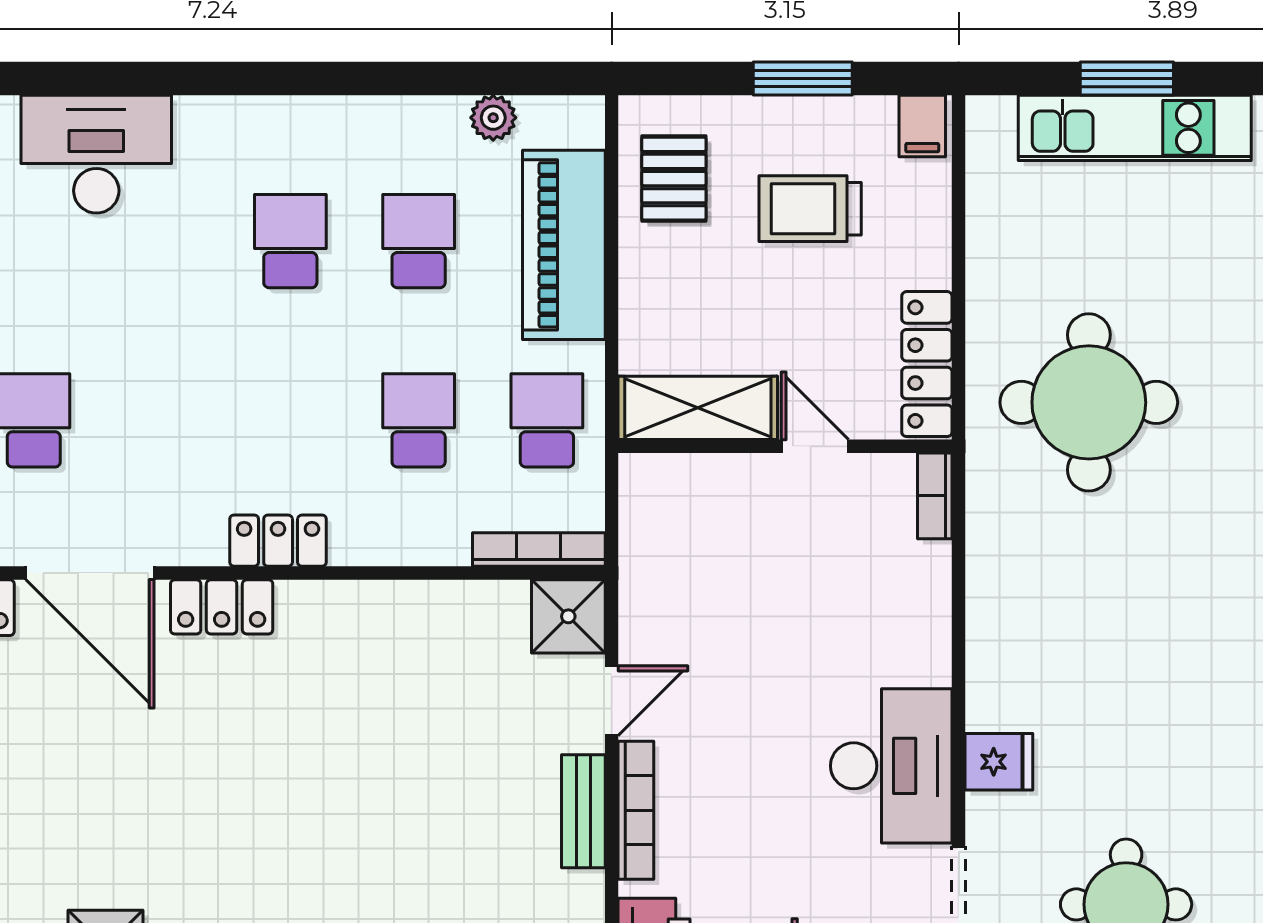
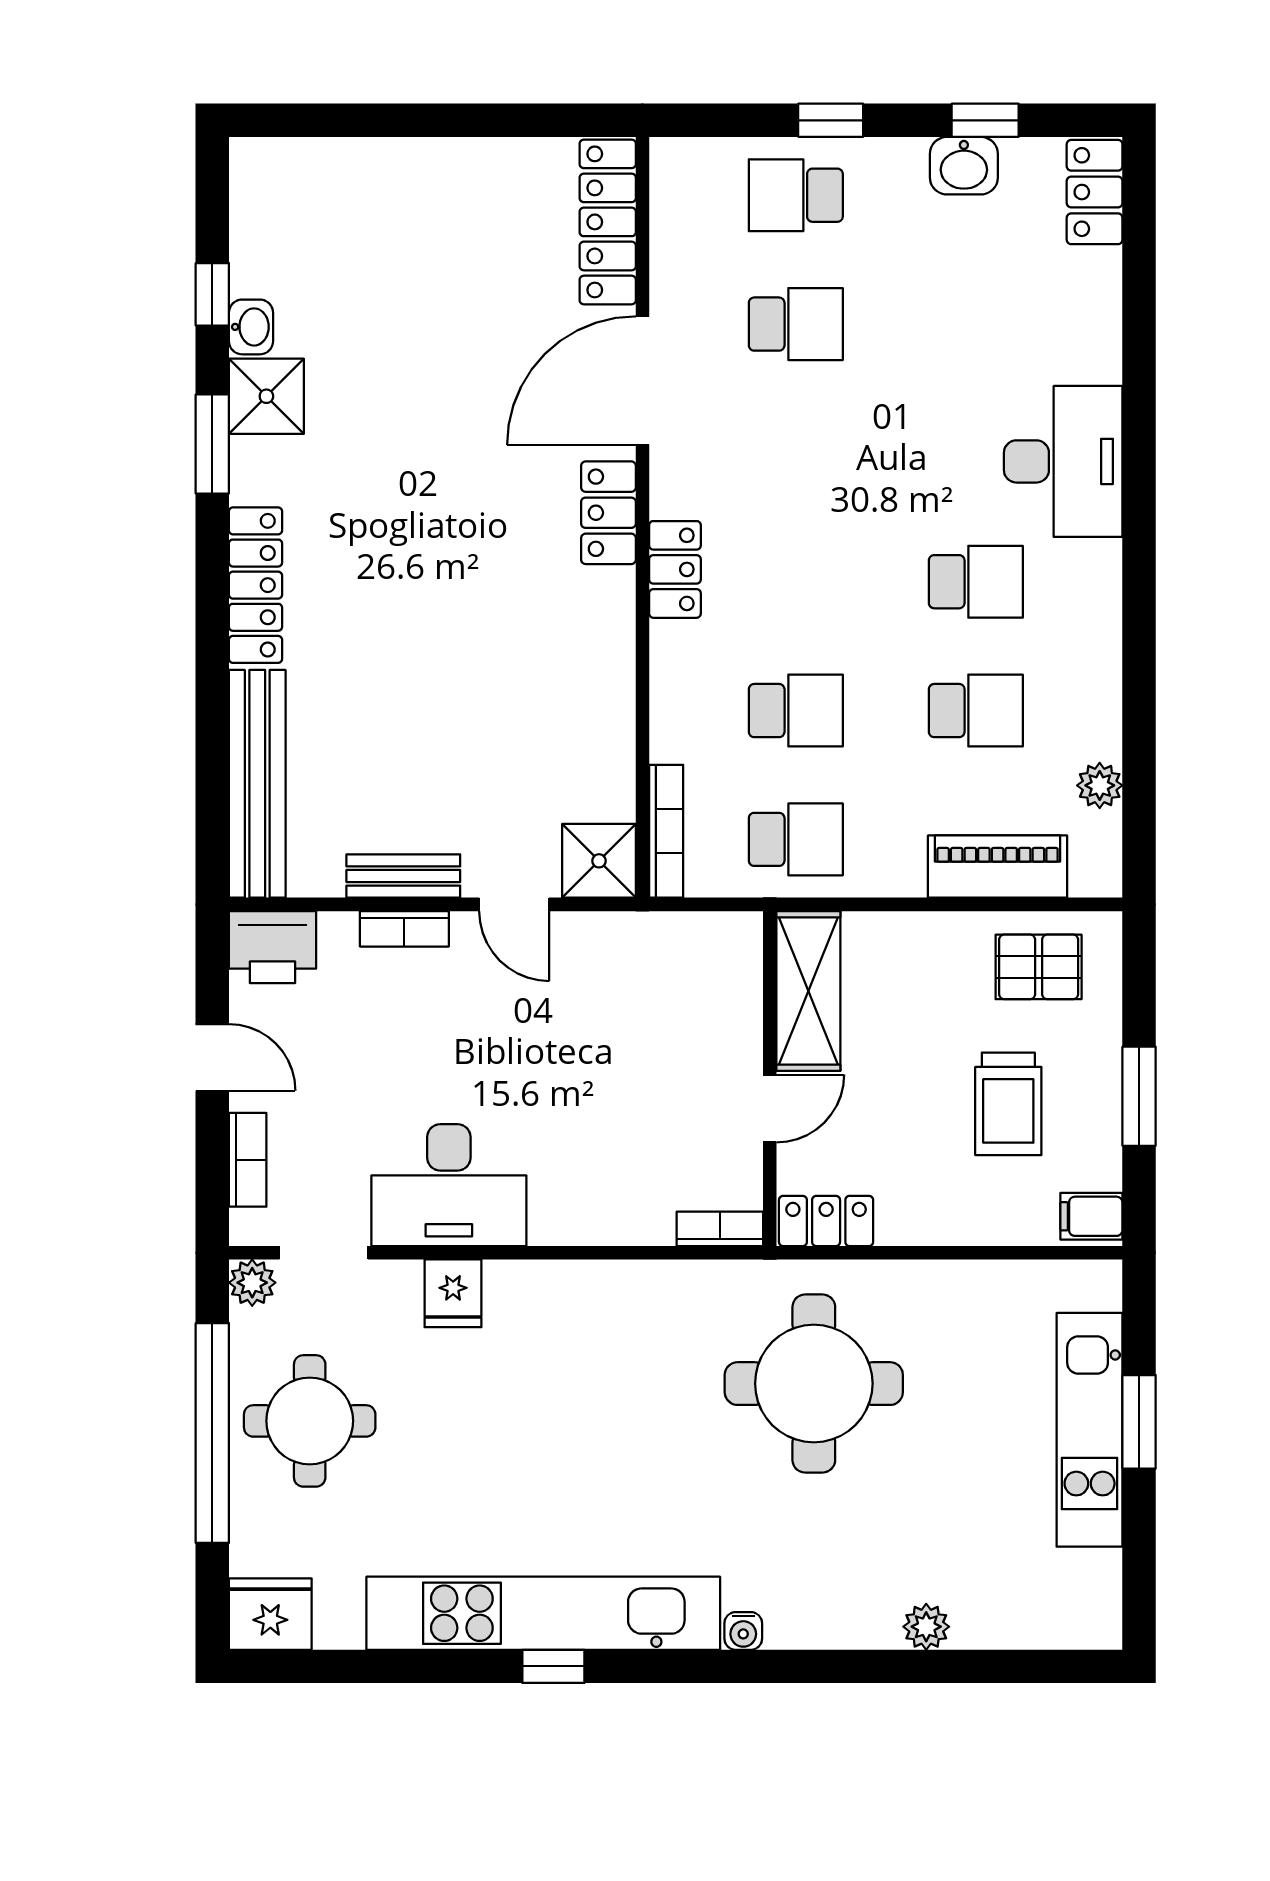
desk: (96, 154) -> (1063, 461), moved
trolley: (810, 209) -> (1008, 1104), turned 180
piano: (564, 245) -> (998, 867), width x0.73, depth x0.75
locker: (927, 364) -> (826, 1221), width x0.66
bookcase: (636, 810) -> (404, 929), width x0.64

